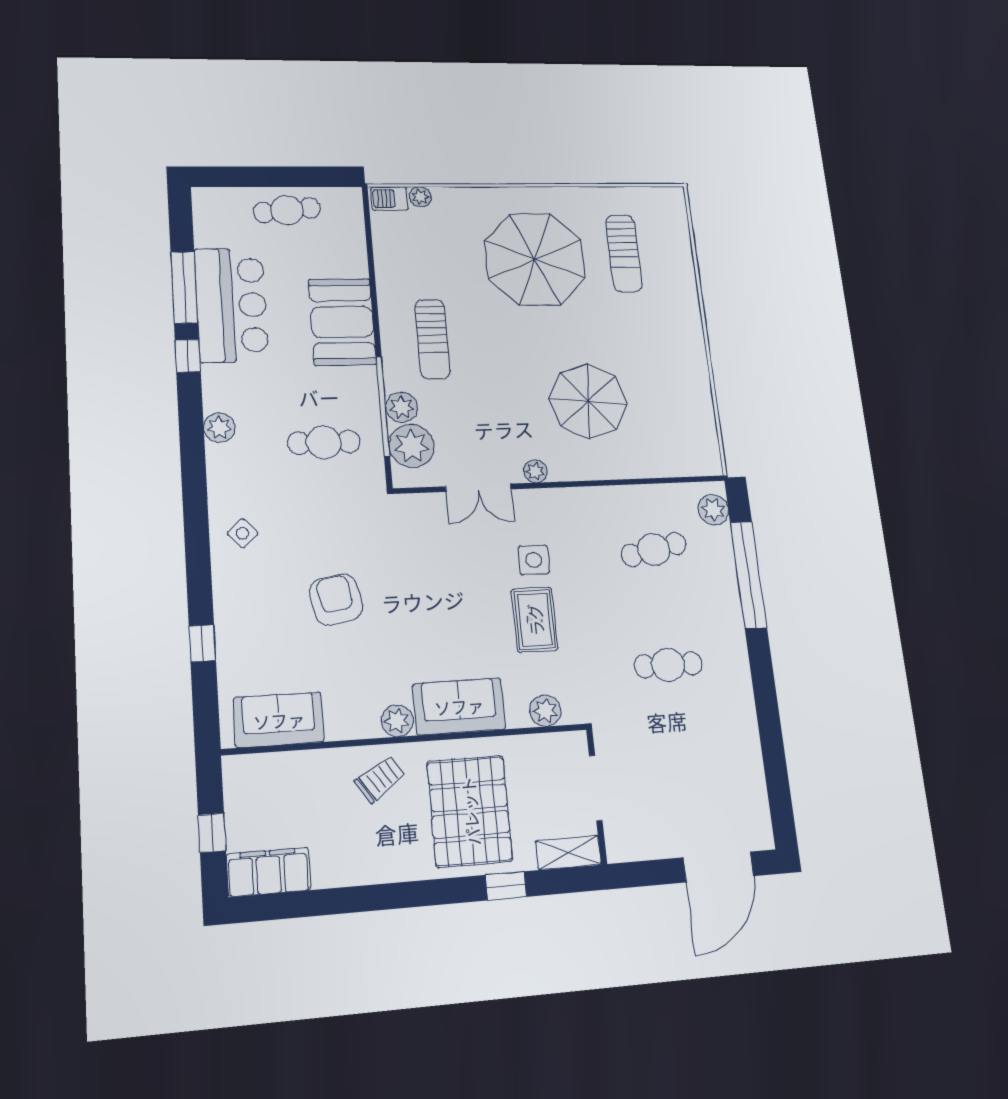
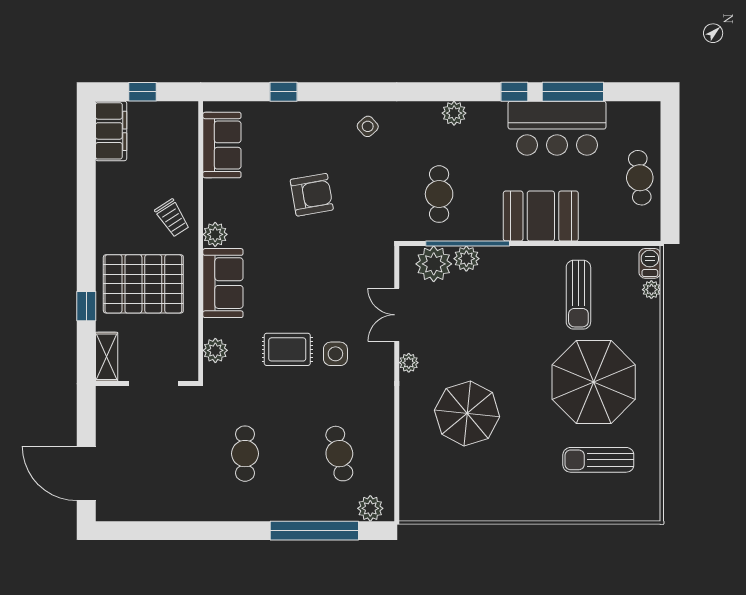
sun lounger: (432, 339) -> (578, 295), moved, turned -90

